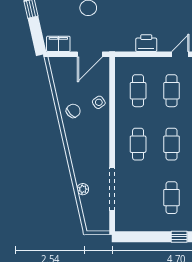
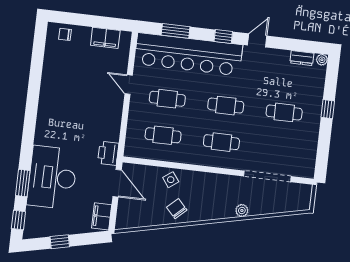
printer: (146, 43) -> (108, 153), moved
plant: (83, 189) -> (242, 210), moved

